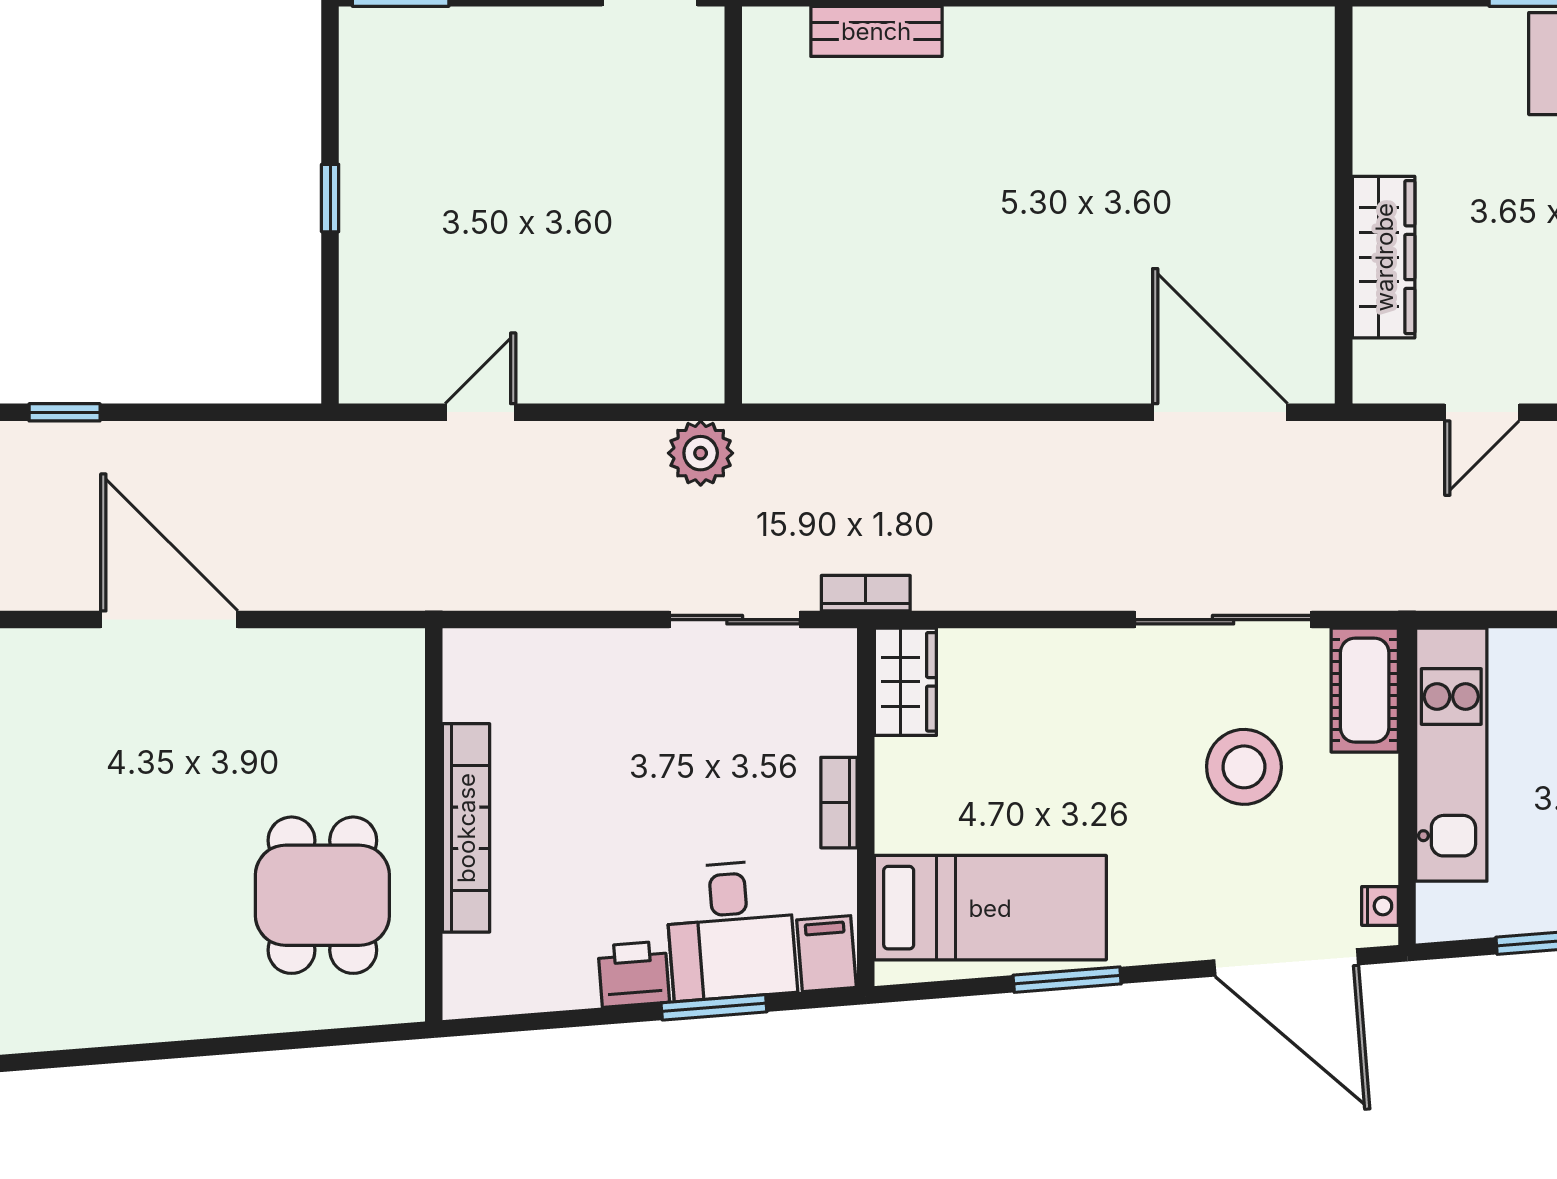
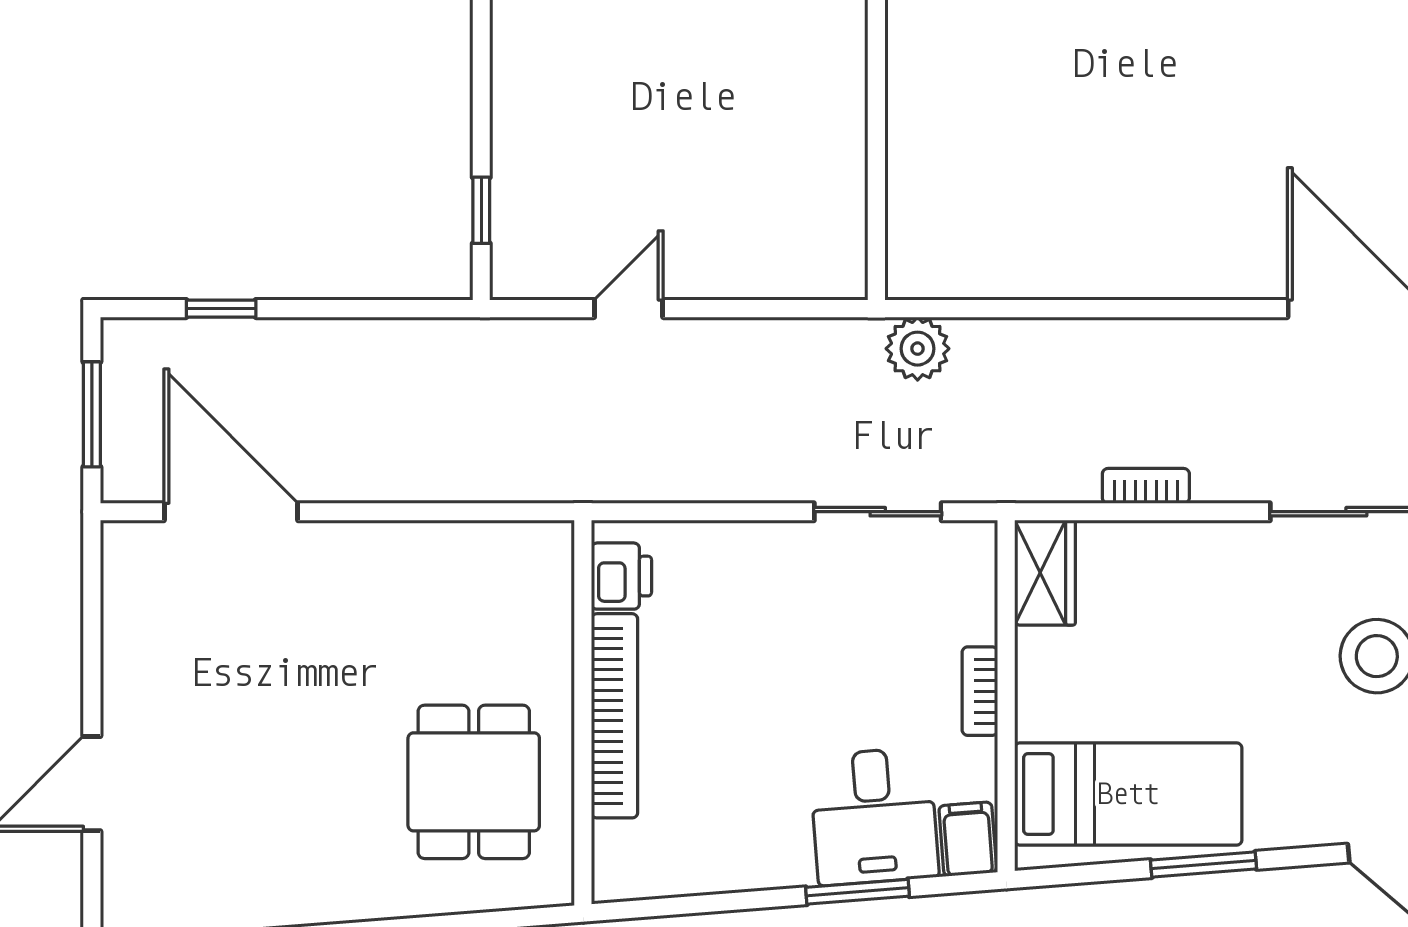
window: (330, 198) -> (481, 210), moved
plant: (701, 453) -> (918, 349), moved
bookcase: (866, 593) -> (1146, 486), moved
door: (169, 620) -> (231, 512), moved
printer: (634, 974) -> (621, 576), moved, turned 94

